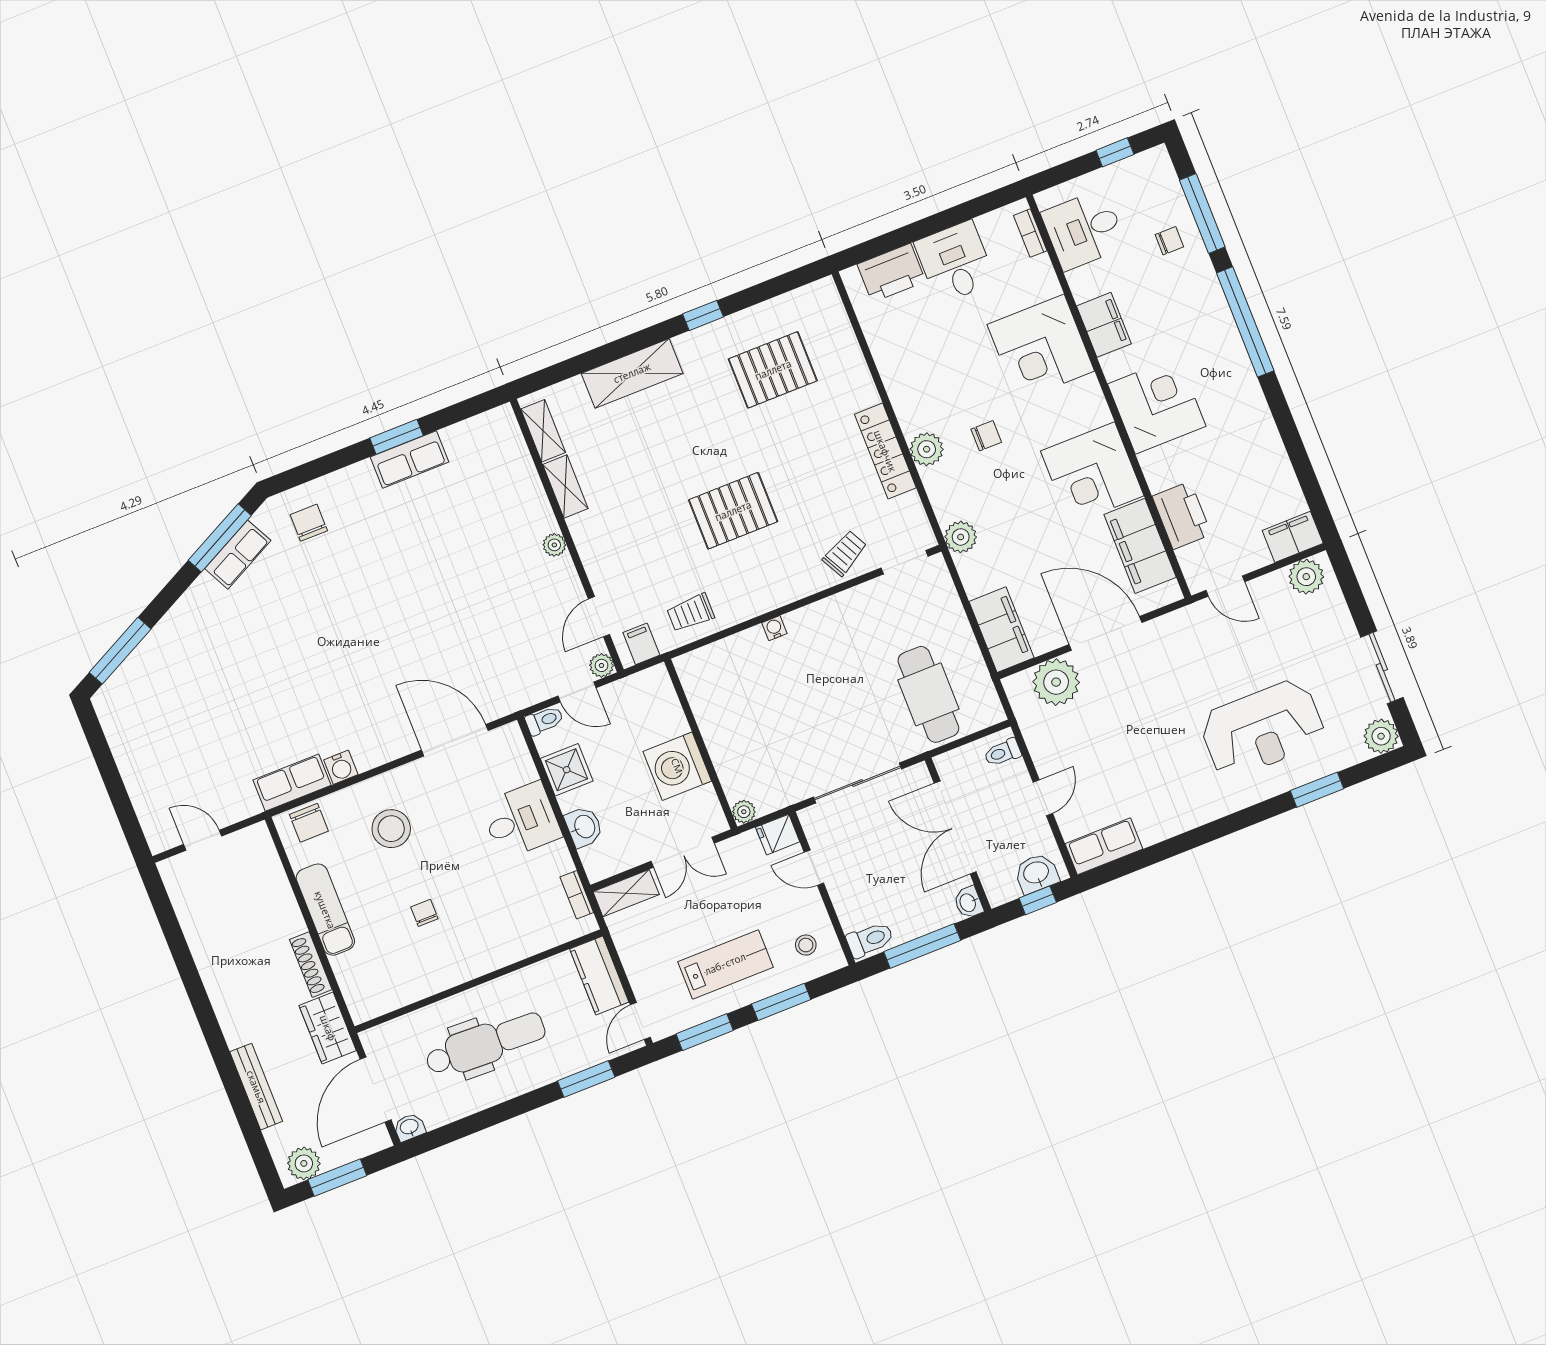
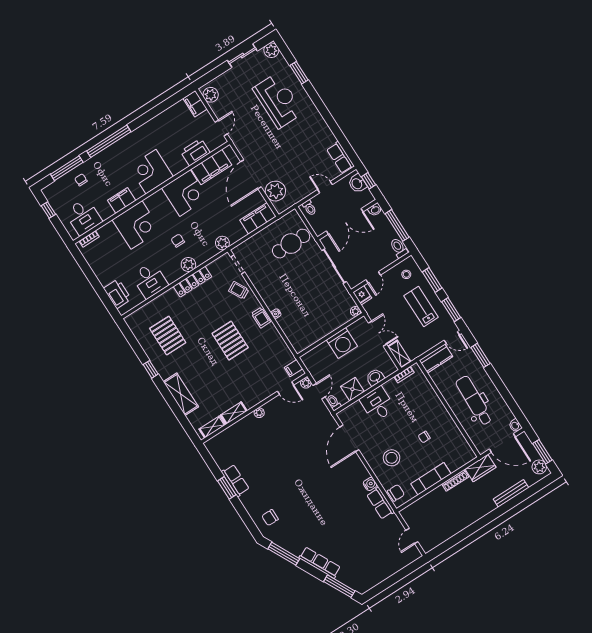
desk: (955, 262) -> (150, 280), moved, turned -90
row of seats: (238, 555) -> (320, 563), moved, width x1.48
trolley: (690, 613) -> (261, 318), moved

